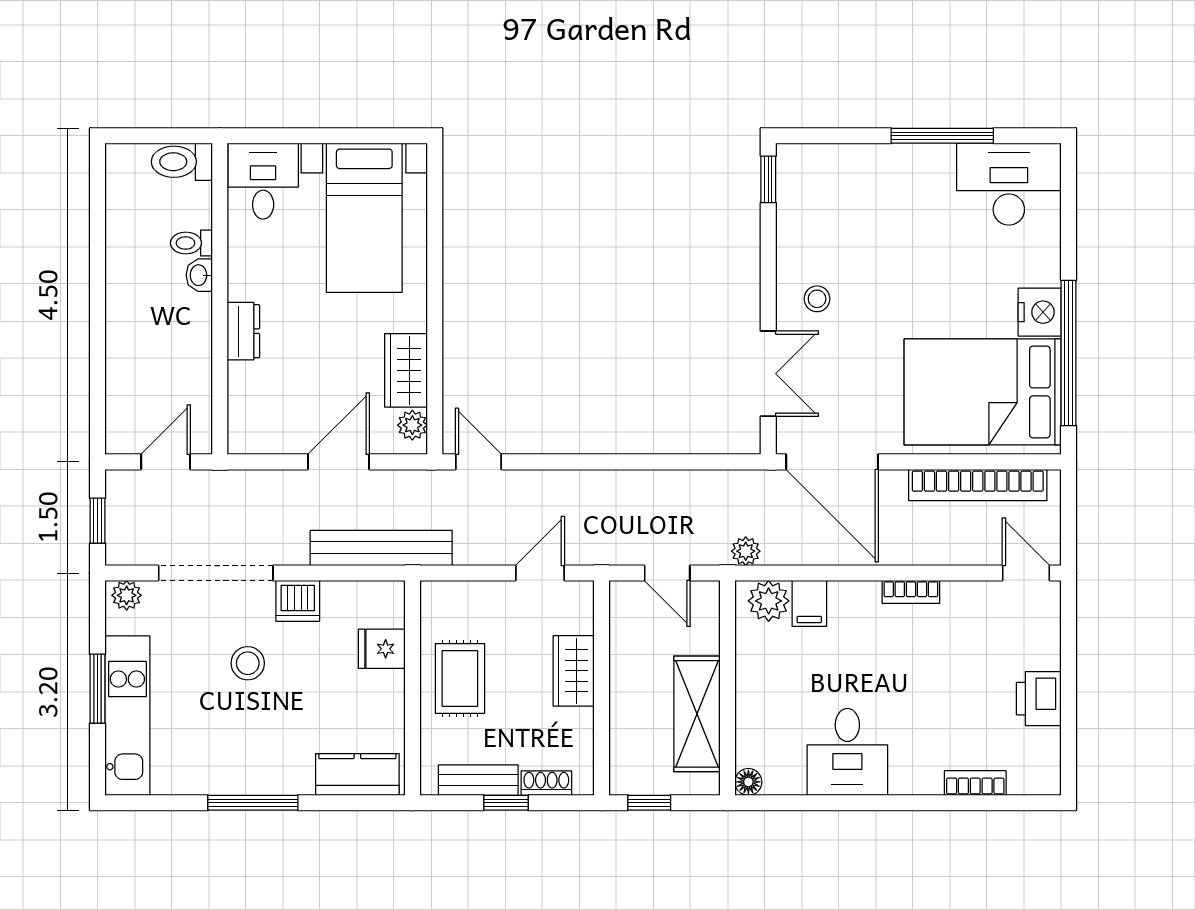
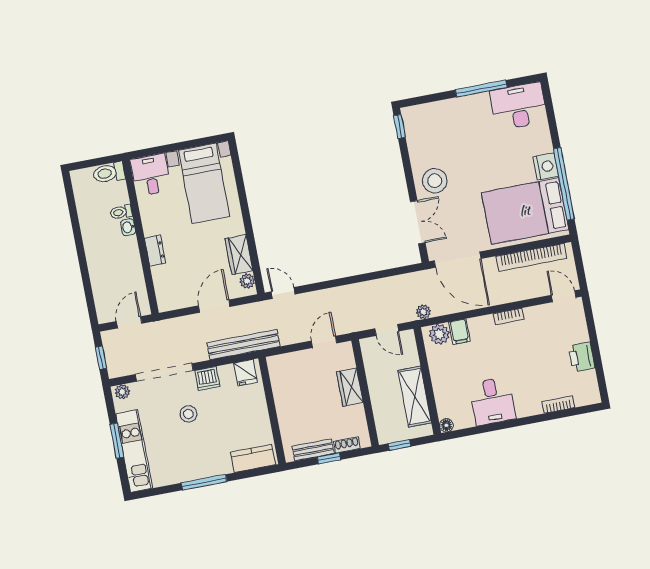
stool: (817, 299) -> (435, 181), width x1.89, depth x1.89
fridge: (382, 649) -> (246, 373), moved, turned -90
rug: (460, 678) -> (294, 401), removed

